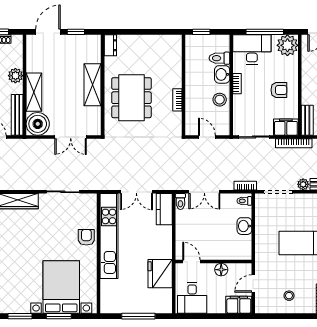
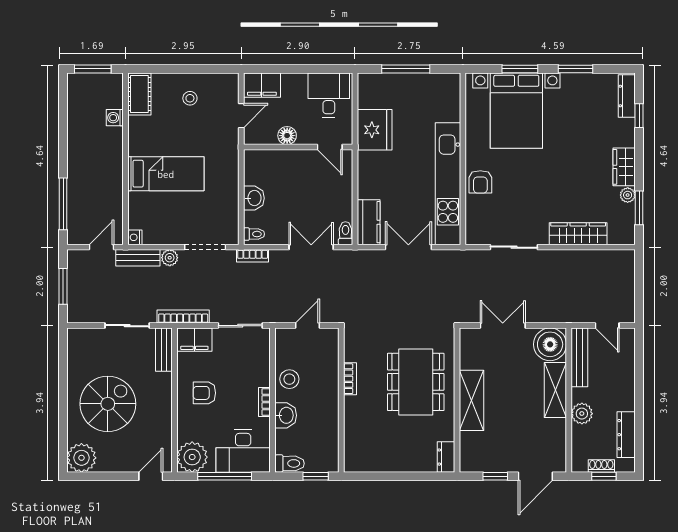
toilet: (219, 58) -> (290, 463), moved
door: (207, 137) -> (308, 326), swing flipped

